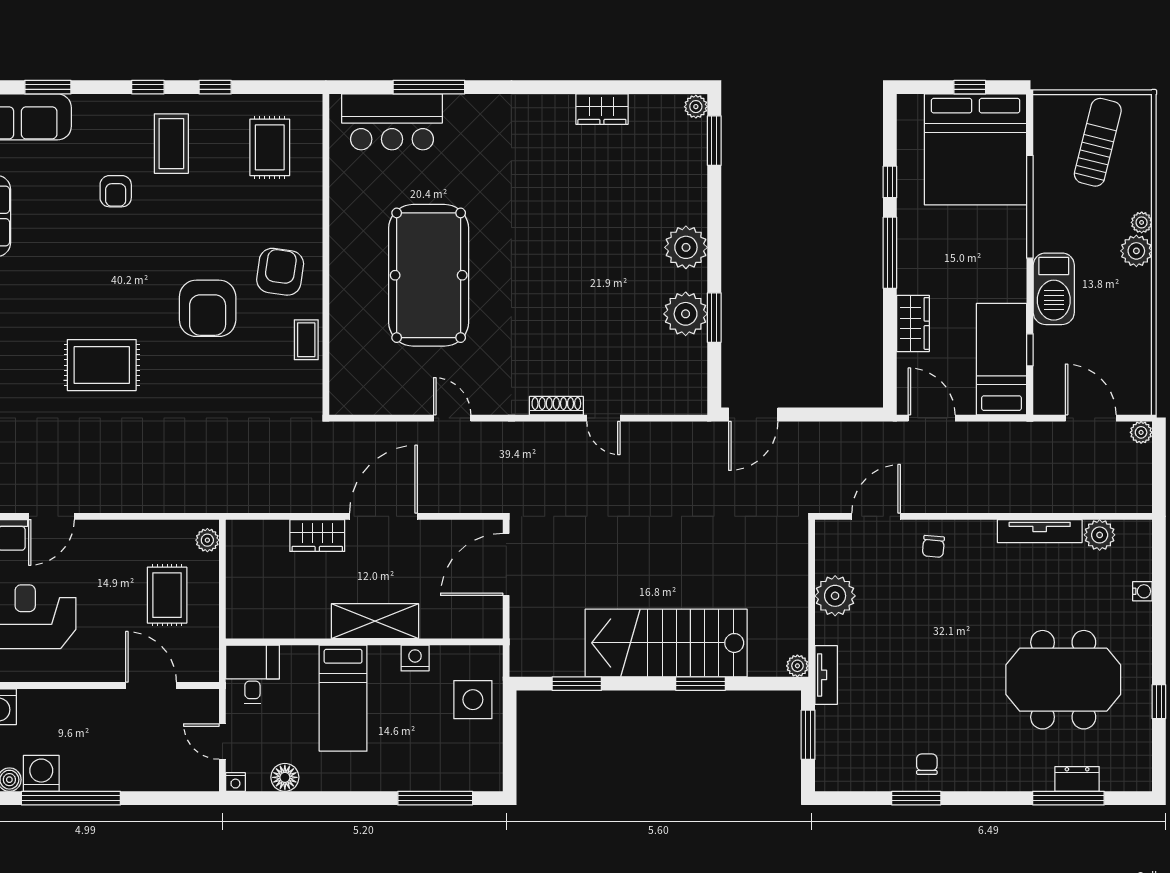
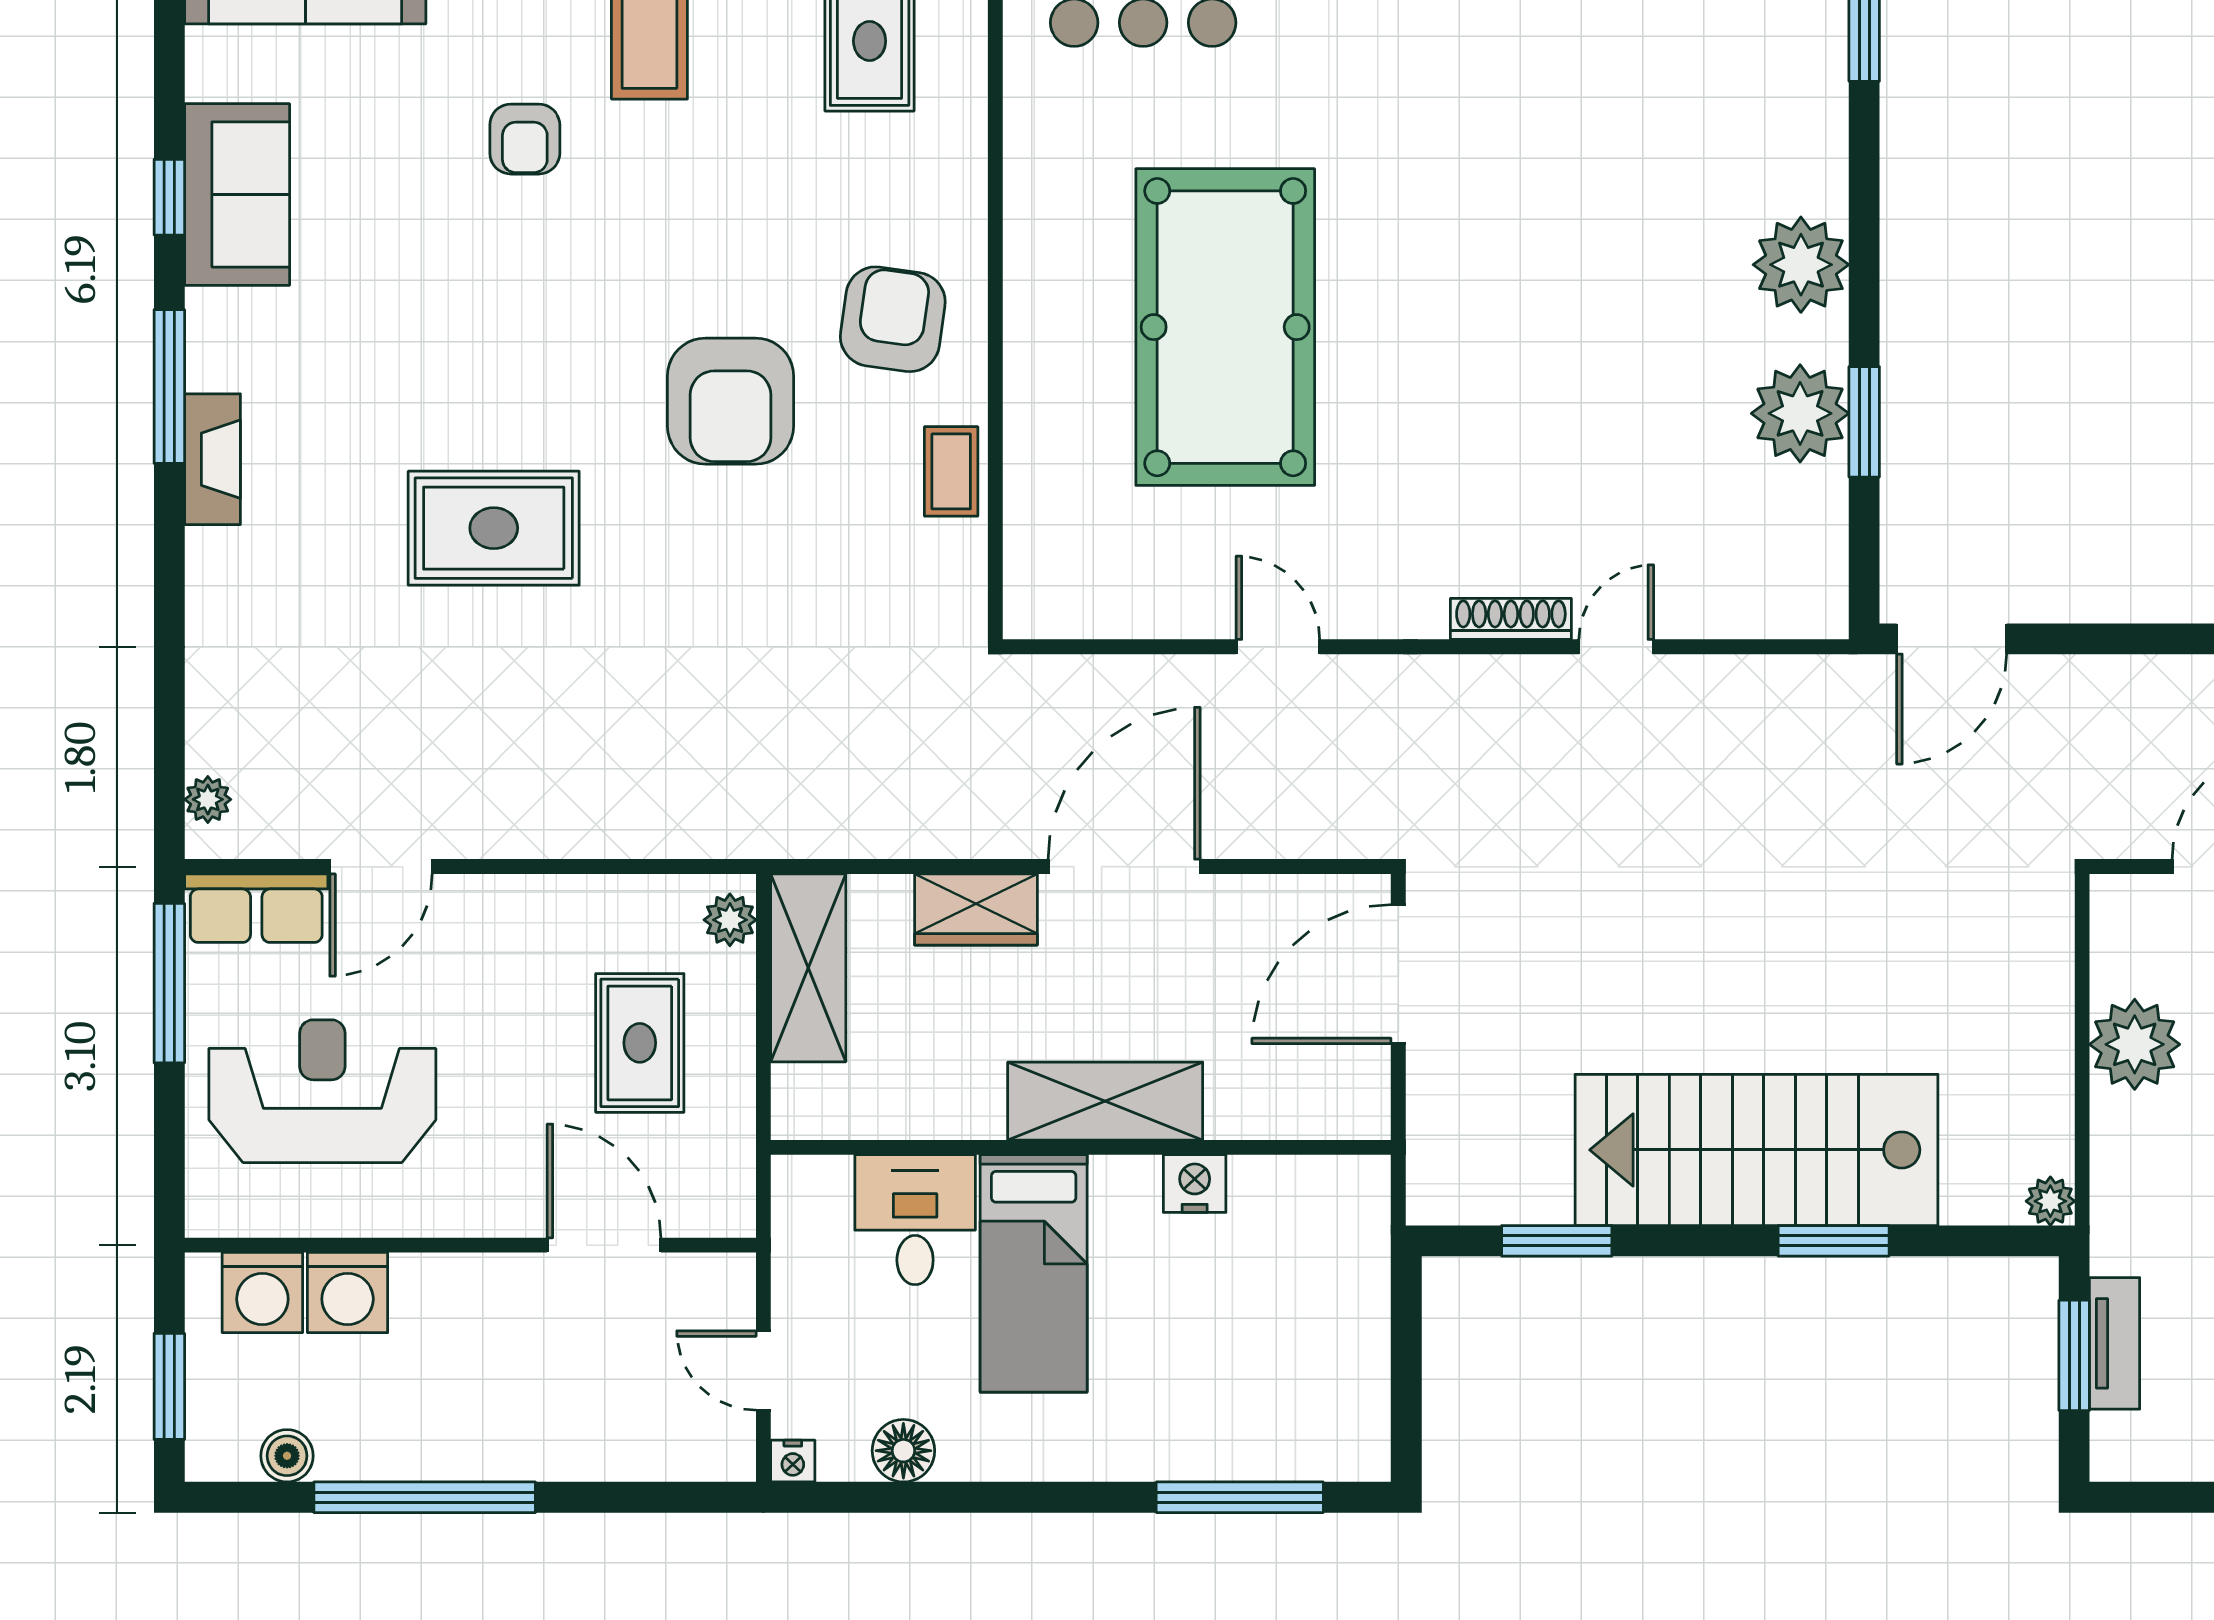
door: (603, 418) -> (1616, 647), swing flipped
shelving: (242, 562) -> (808, 968), added
desk: (252, 674) -> (915, 1220), moved
tv unit: (826, 675) -> (2115, 1343), moved
side table: (473, 700) -> (1324, 1277), removed
washing machine: (41, 773) -> (348, 1293), moved, turned 180

